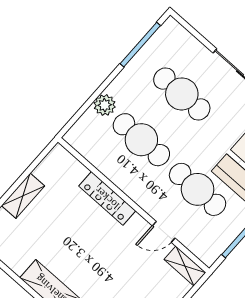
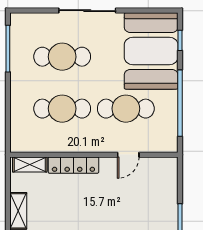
plant: (105, 105) -> (19, 107), removed
shelving: (185, 266) -> (30, 164), moved

